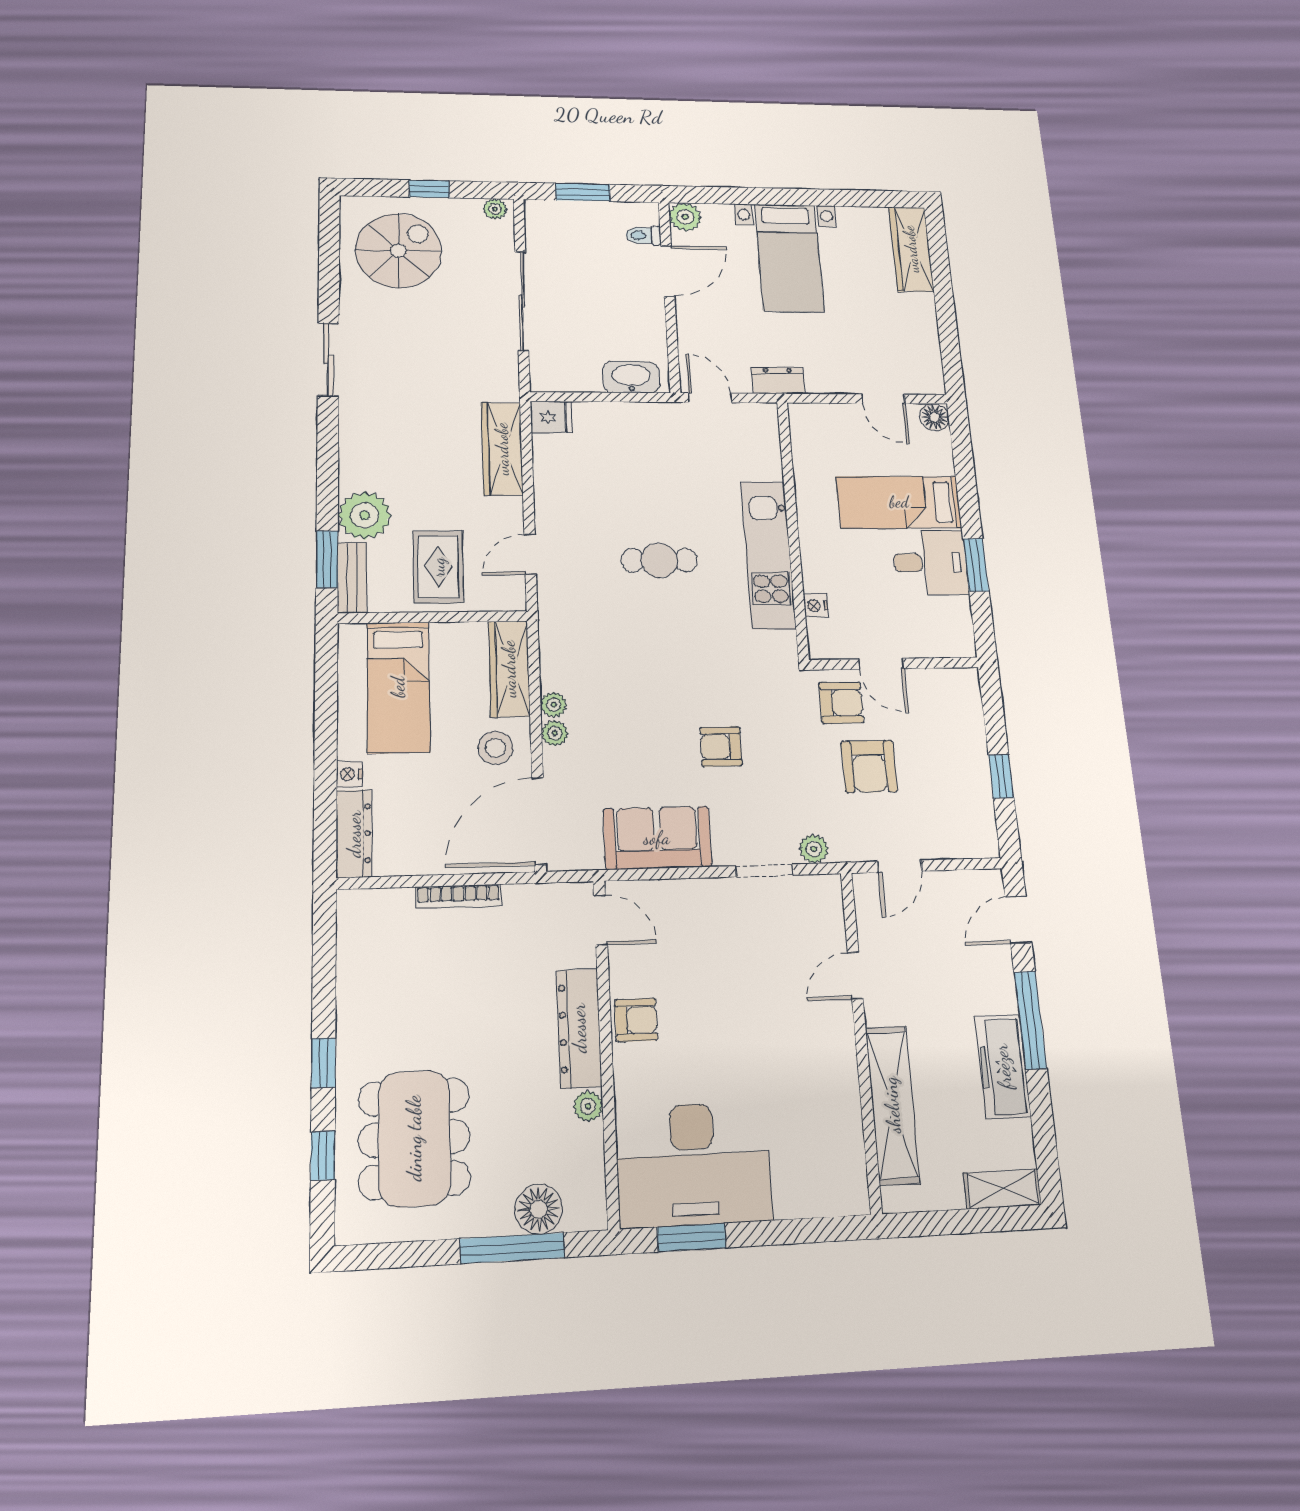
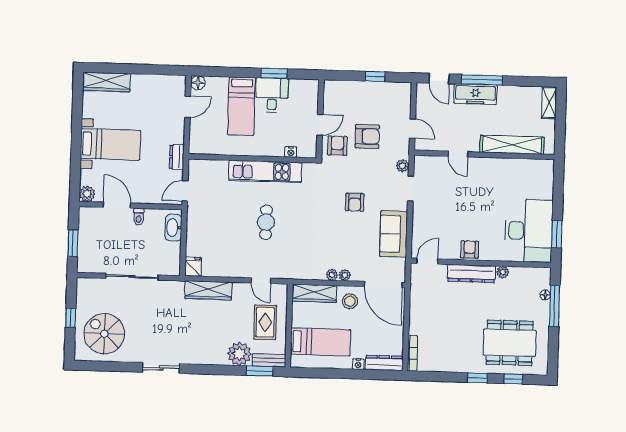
plant: (495, 209) -> (82, 287), removed
toilet: (643, 235) -> (139, 217), moved
rug: (438, 567) -> (265, 322), turned 90
bookcase: (458, 896) -> (412, 353), moved
freezer: (1003, 1066) -> (475, 94), moved
floor lamp: (539, 1209) -> (545, 295), width x0.53, depth x0.53

